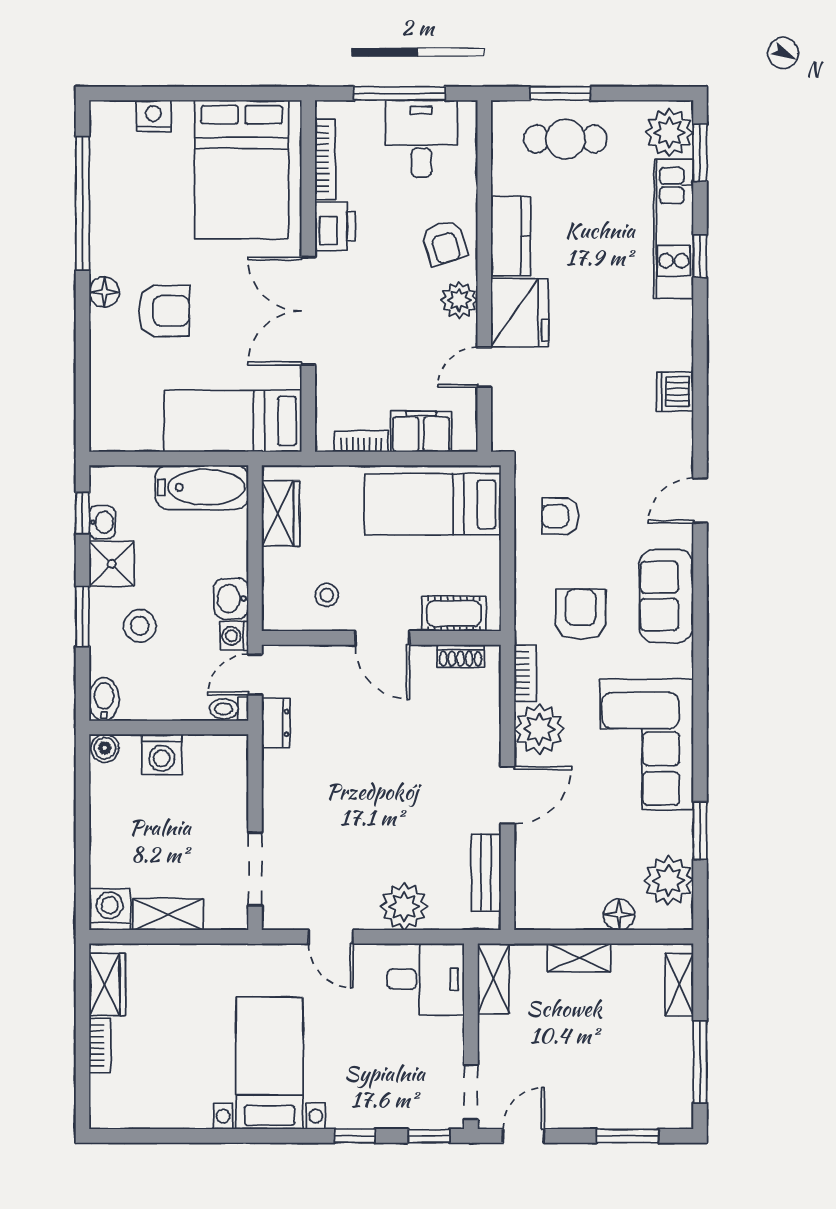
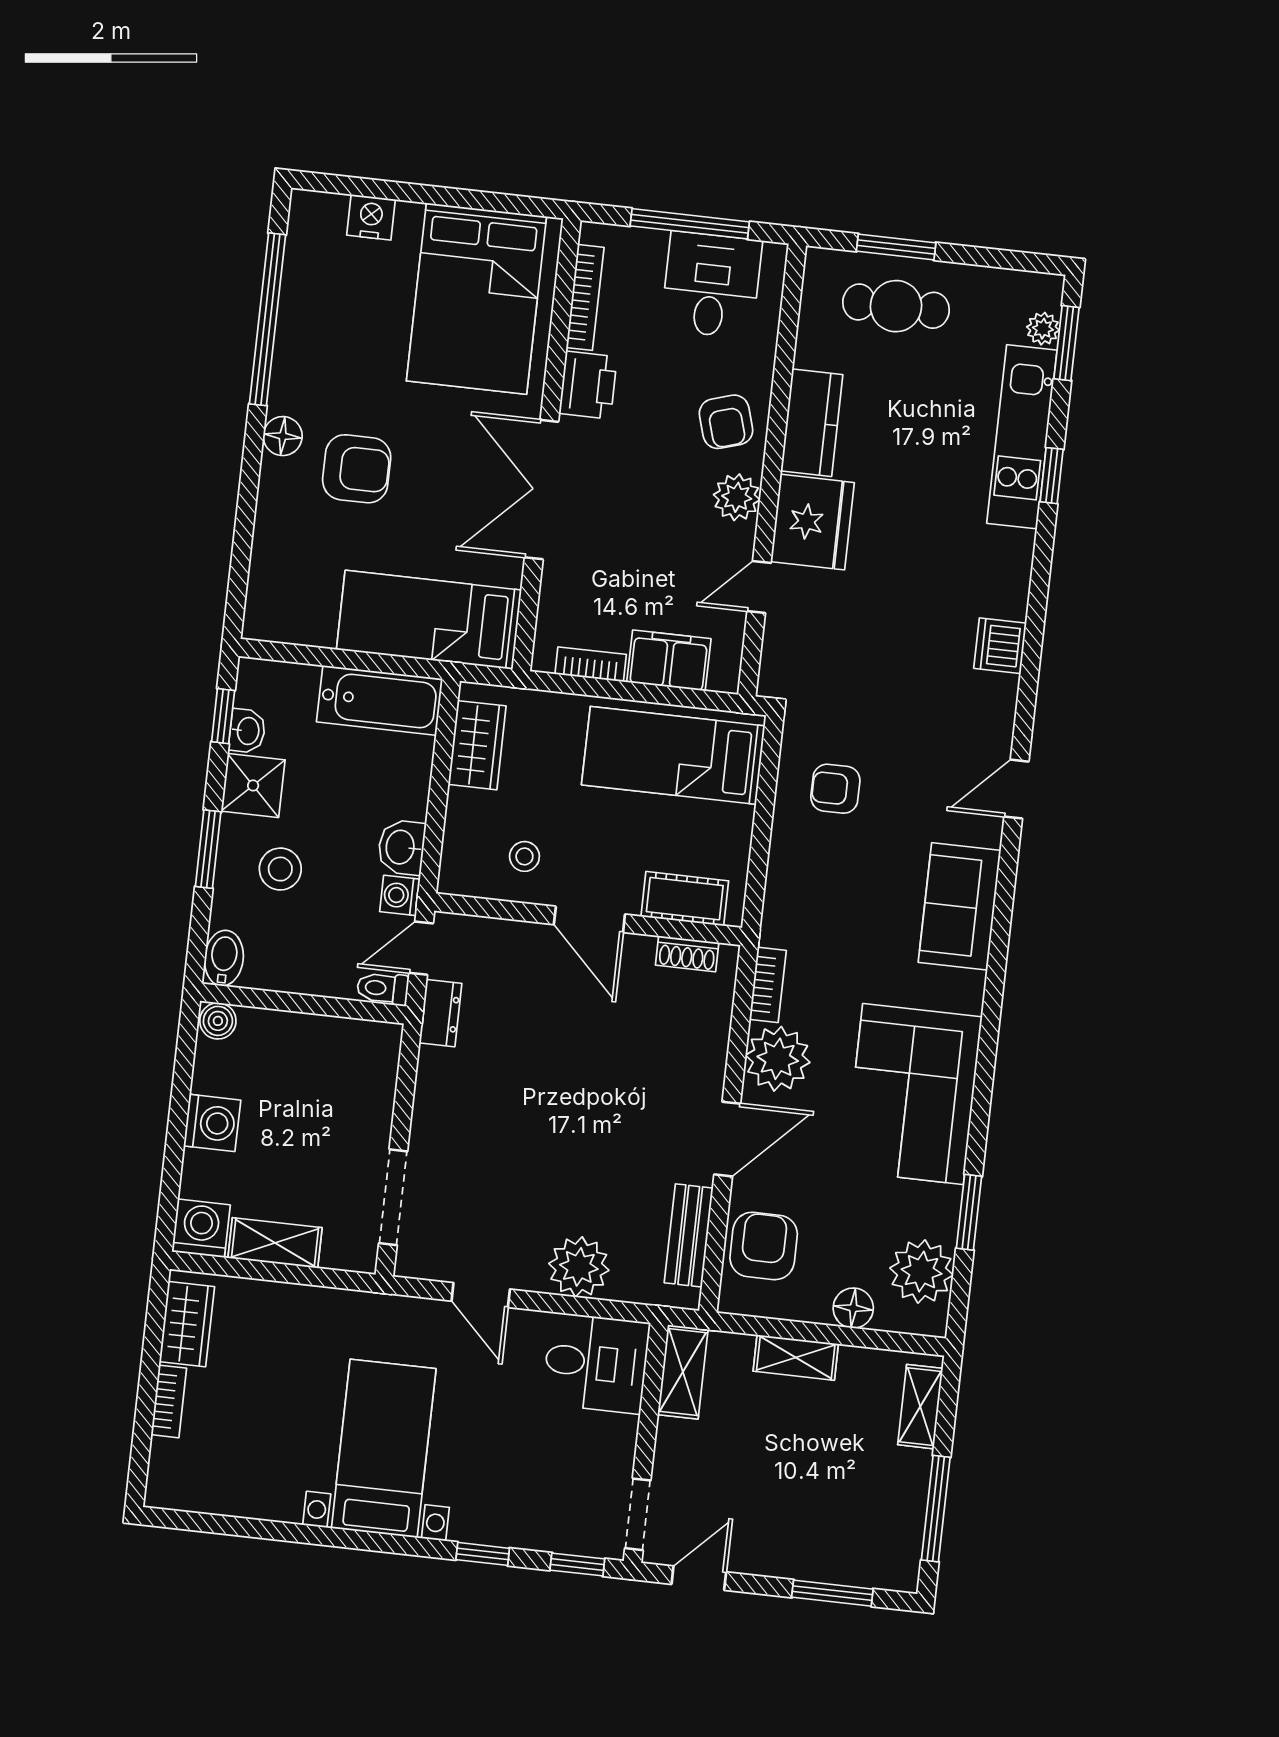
plant: (669, 132) -> (1043, 329), width x0.53, depth x0.53
armchair: (581, 614) -> (764, 1246), moved
washing machine: (162, 754) -> (212, 1123), moved, turned -90

